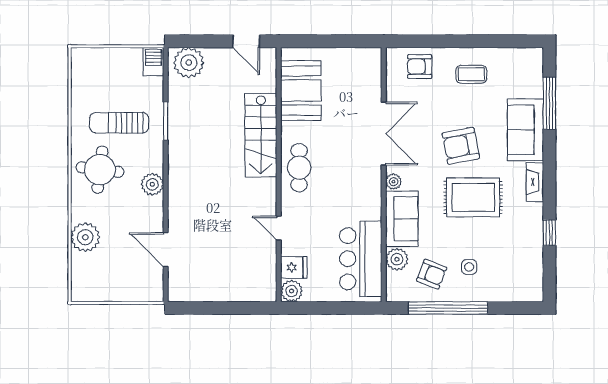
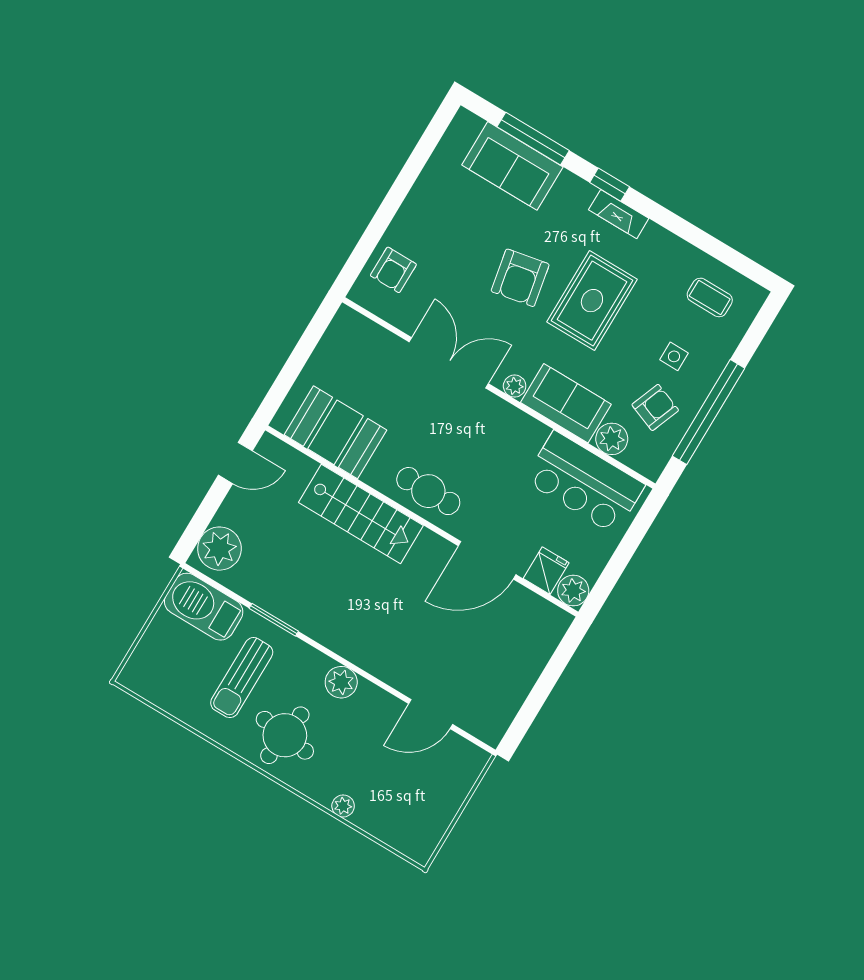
barbecue: (153, 62) -> (204, 607), width x1.88, depth x1.53
coffee table: (471, 74) -> (710, 297), moved, turned 90
sofa: (525, 130) -> (512, 166), moved
door: (279, 228) -> (487, 560), width x1.88
window: (549, 233) -> (610, 185), moved
plant: (85, 237) -> (343, 806), width x0.53, depth x0.53

